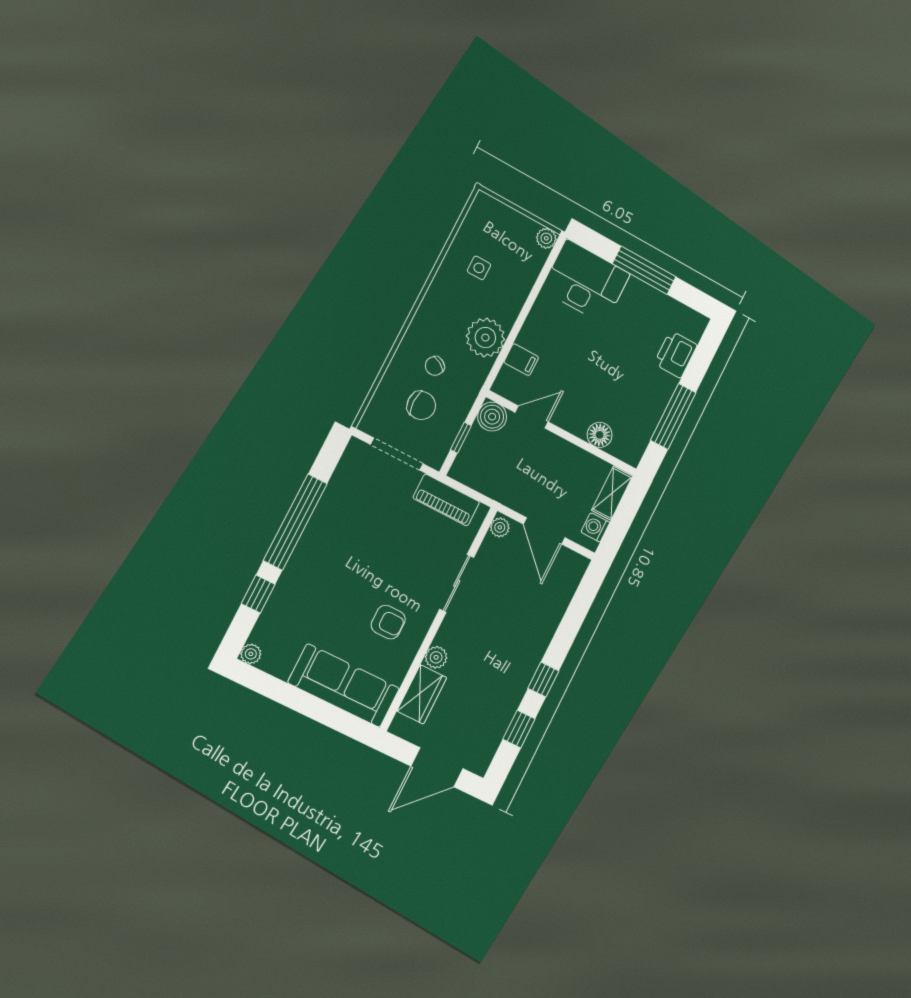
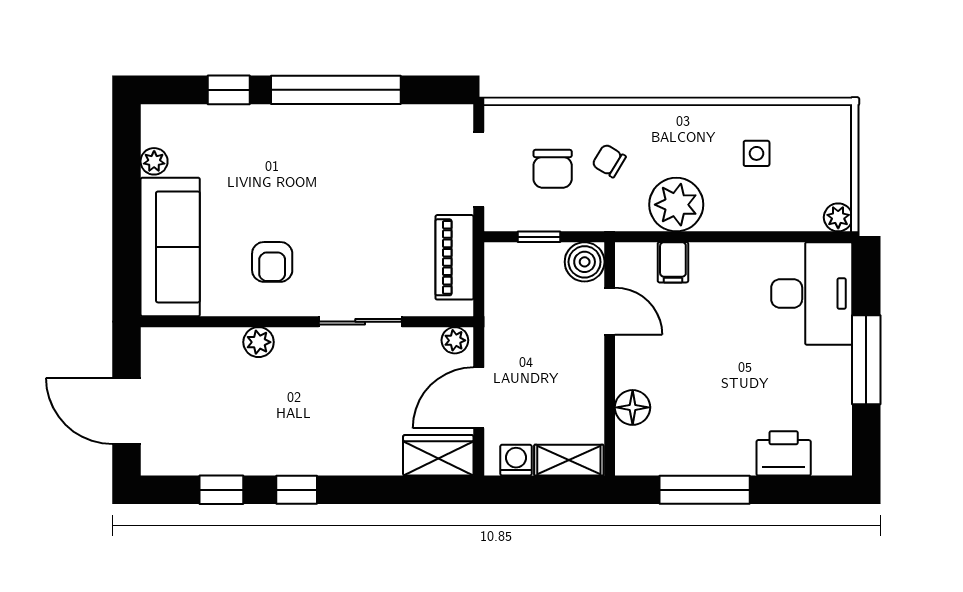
plant: (251, 654) -> (154, 161), moved
wardrobe: (422, 694) -> (438, 455), moved, turned 180

